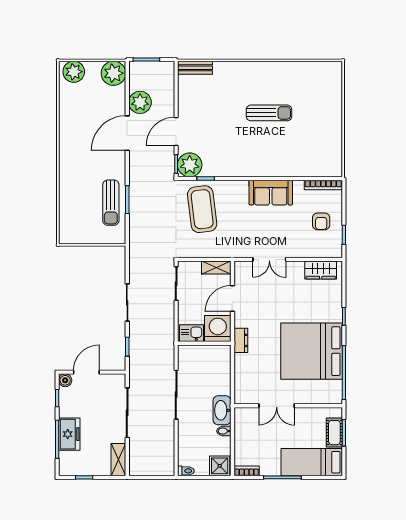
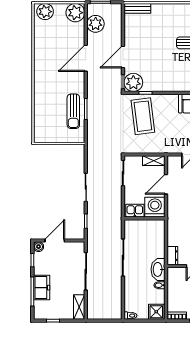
plant: (140, 102) -> (96, 24), moved
dresser: (241, 340) -> (172, 256), moved

